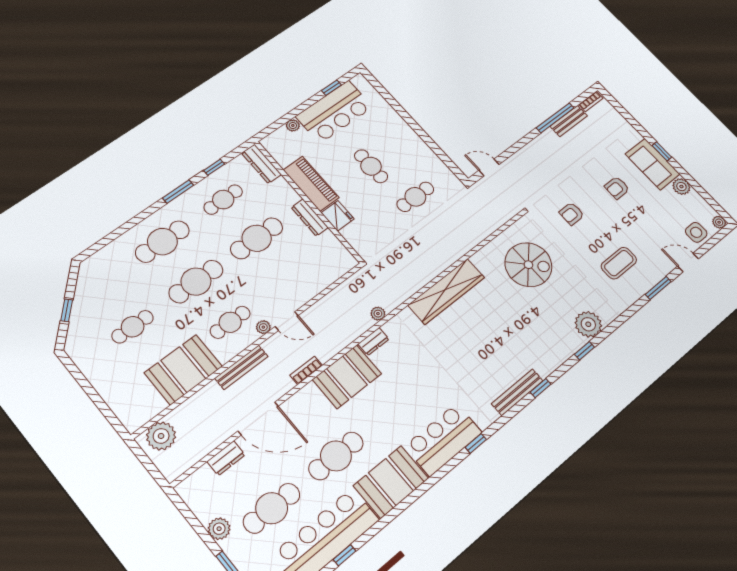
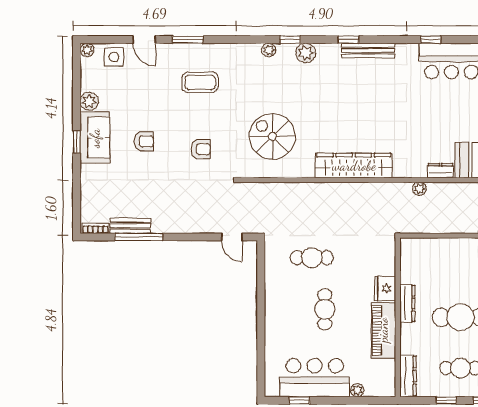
plant: (588, 324) -> (269, 50), width x0.53, depth x0.53
plant: (563, 350) -> (306, 53), added

